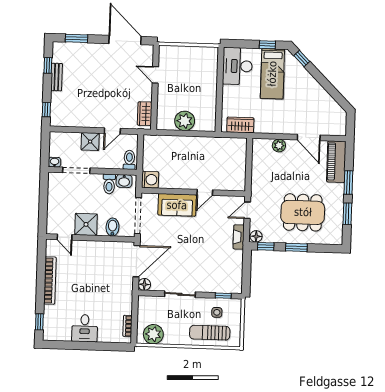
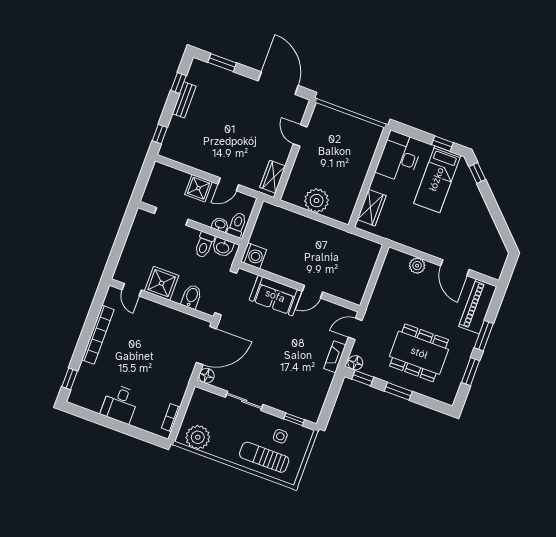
wardrobe: (240, 125) -> (372, 208), moved, turned 90
washbasin: (55, 162) -> (220, 225), moved

